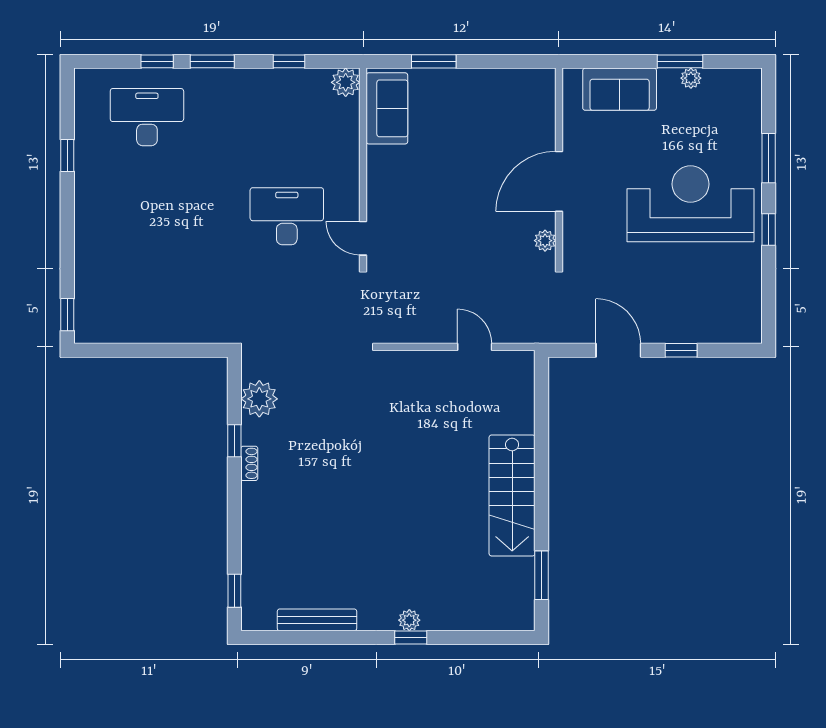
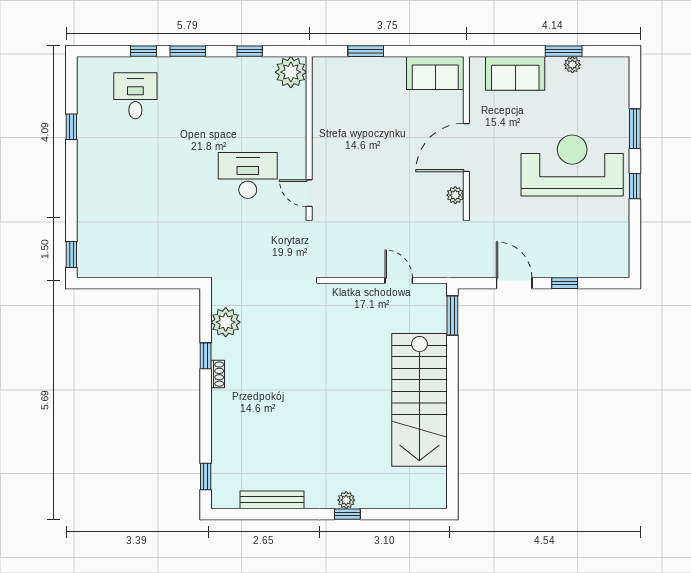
plant: (346, 82) -> (291, 72), width x1.36, depth x1.36
sofa: (387, 108) -> (435, 73), moved, turned 90
desk: (147, 117) -> (135, 96), width x0.73
stairs: (512, 495) -> (419, 400), width x1.36, depth x1.51
window: (541, 575) -> (452, 315), moved

